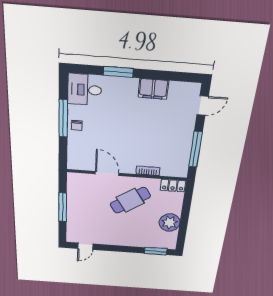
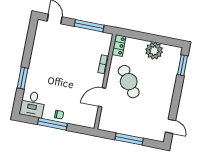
filing cabinet: (153, 89) -> (38, 54), removed

